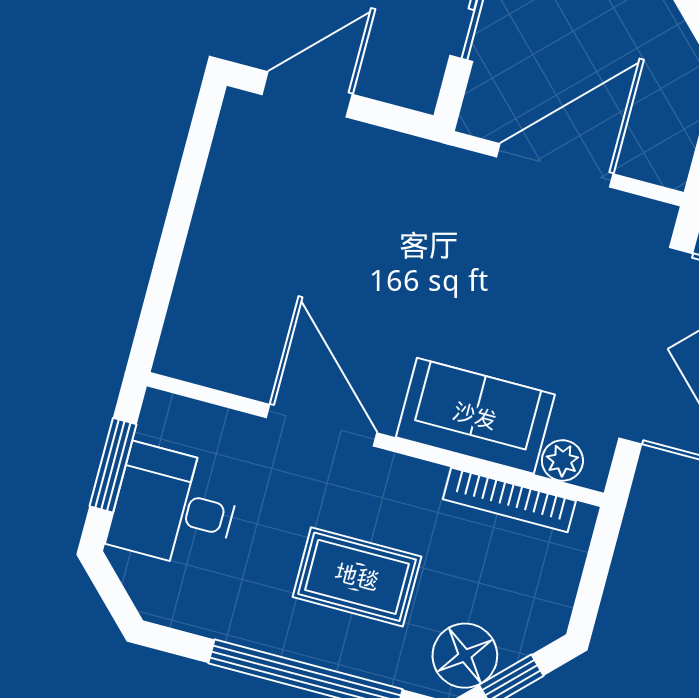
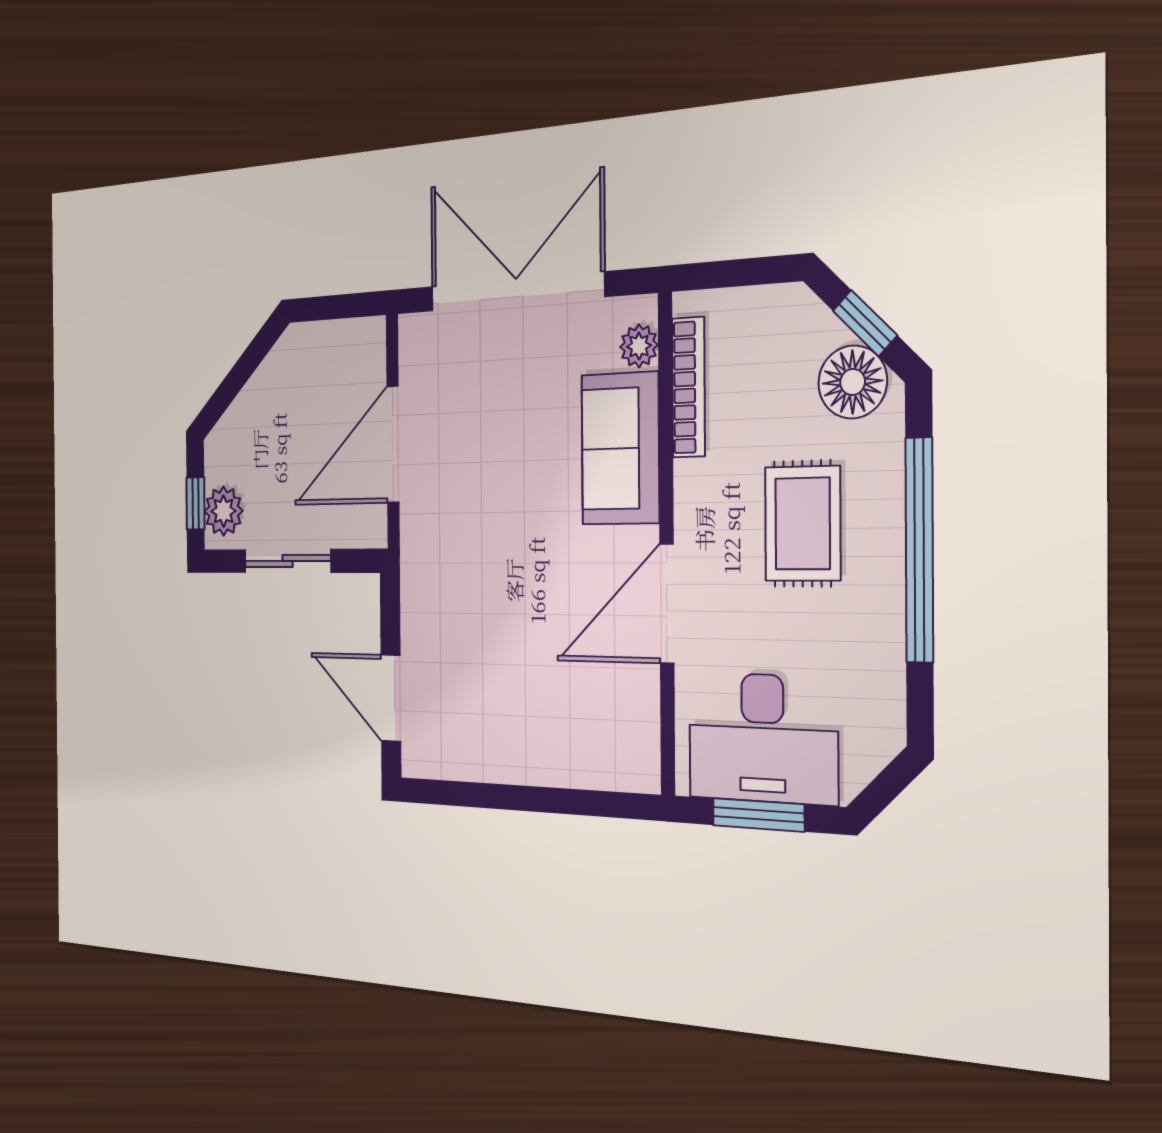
door: (555, 165) -> (393, 444), hinge flipped
desk: (175, 507) -> (762, 738), width x1.37

